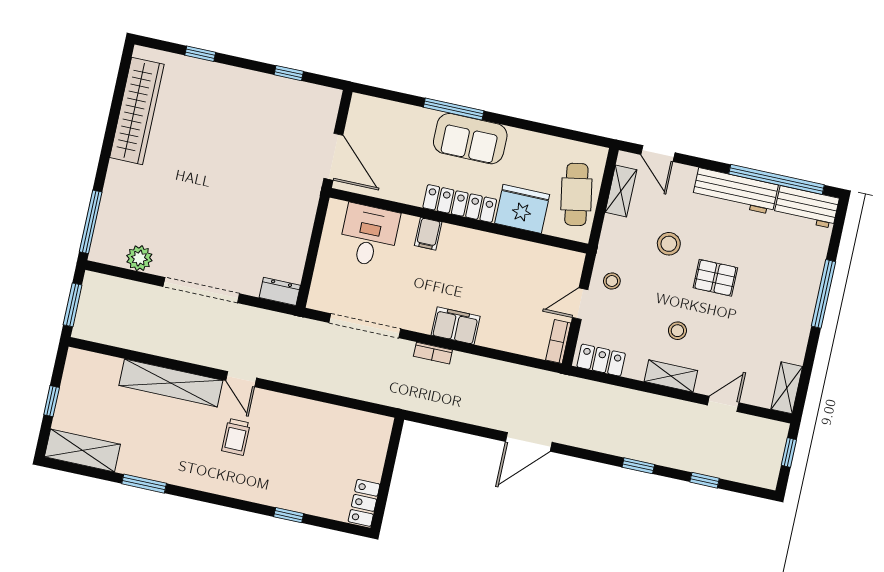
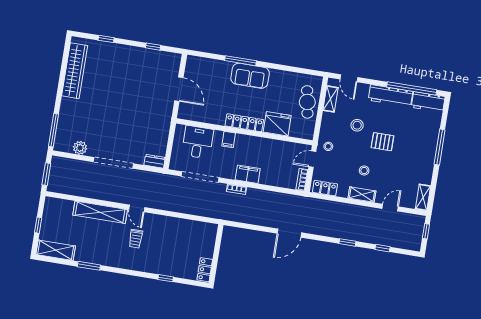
locker: (460, 204) -> (244, 123), moved
fridge: (522, 209) -> (277, 124), moved
wall: (459, 221) -> (244, 132), moved
filing cabinet: (428, 234) -> (229, 140), moved
desk: (369, 236) -> (198, 142), moved

